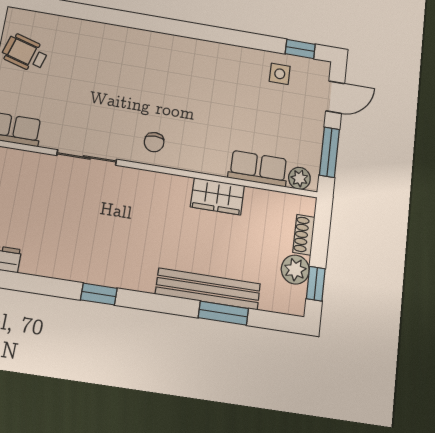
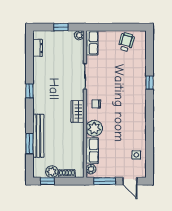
window: (300, 49) -> (150, 83), moved
plant: (209, 156) -> (94, 128), added
wardrobe: (217, 196) -> (77, 112), moved

